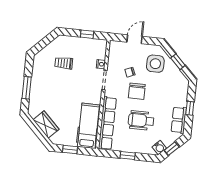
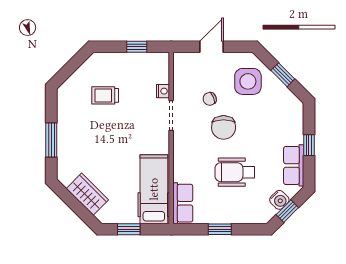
row of seats: (107, 123) -> (183, 203), width x0.50
water cooler: (159, 148) -> (279, 200), moved

